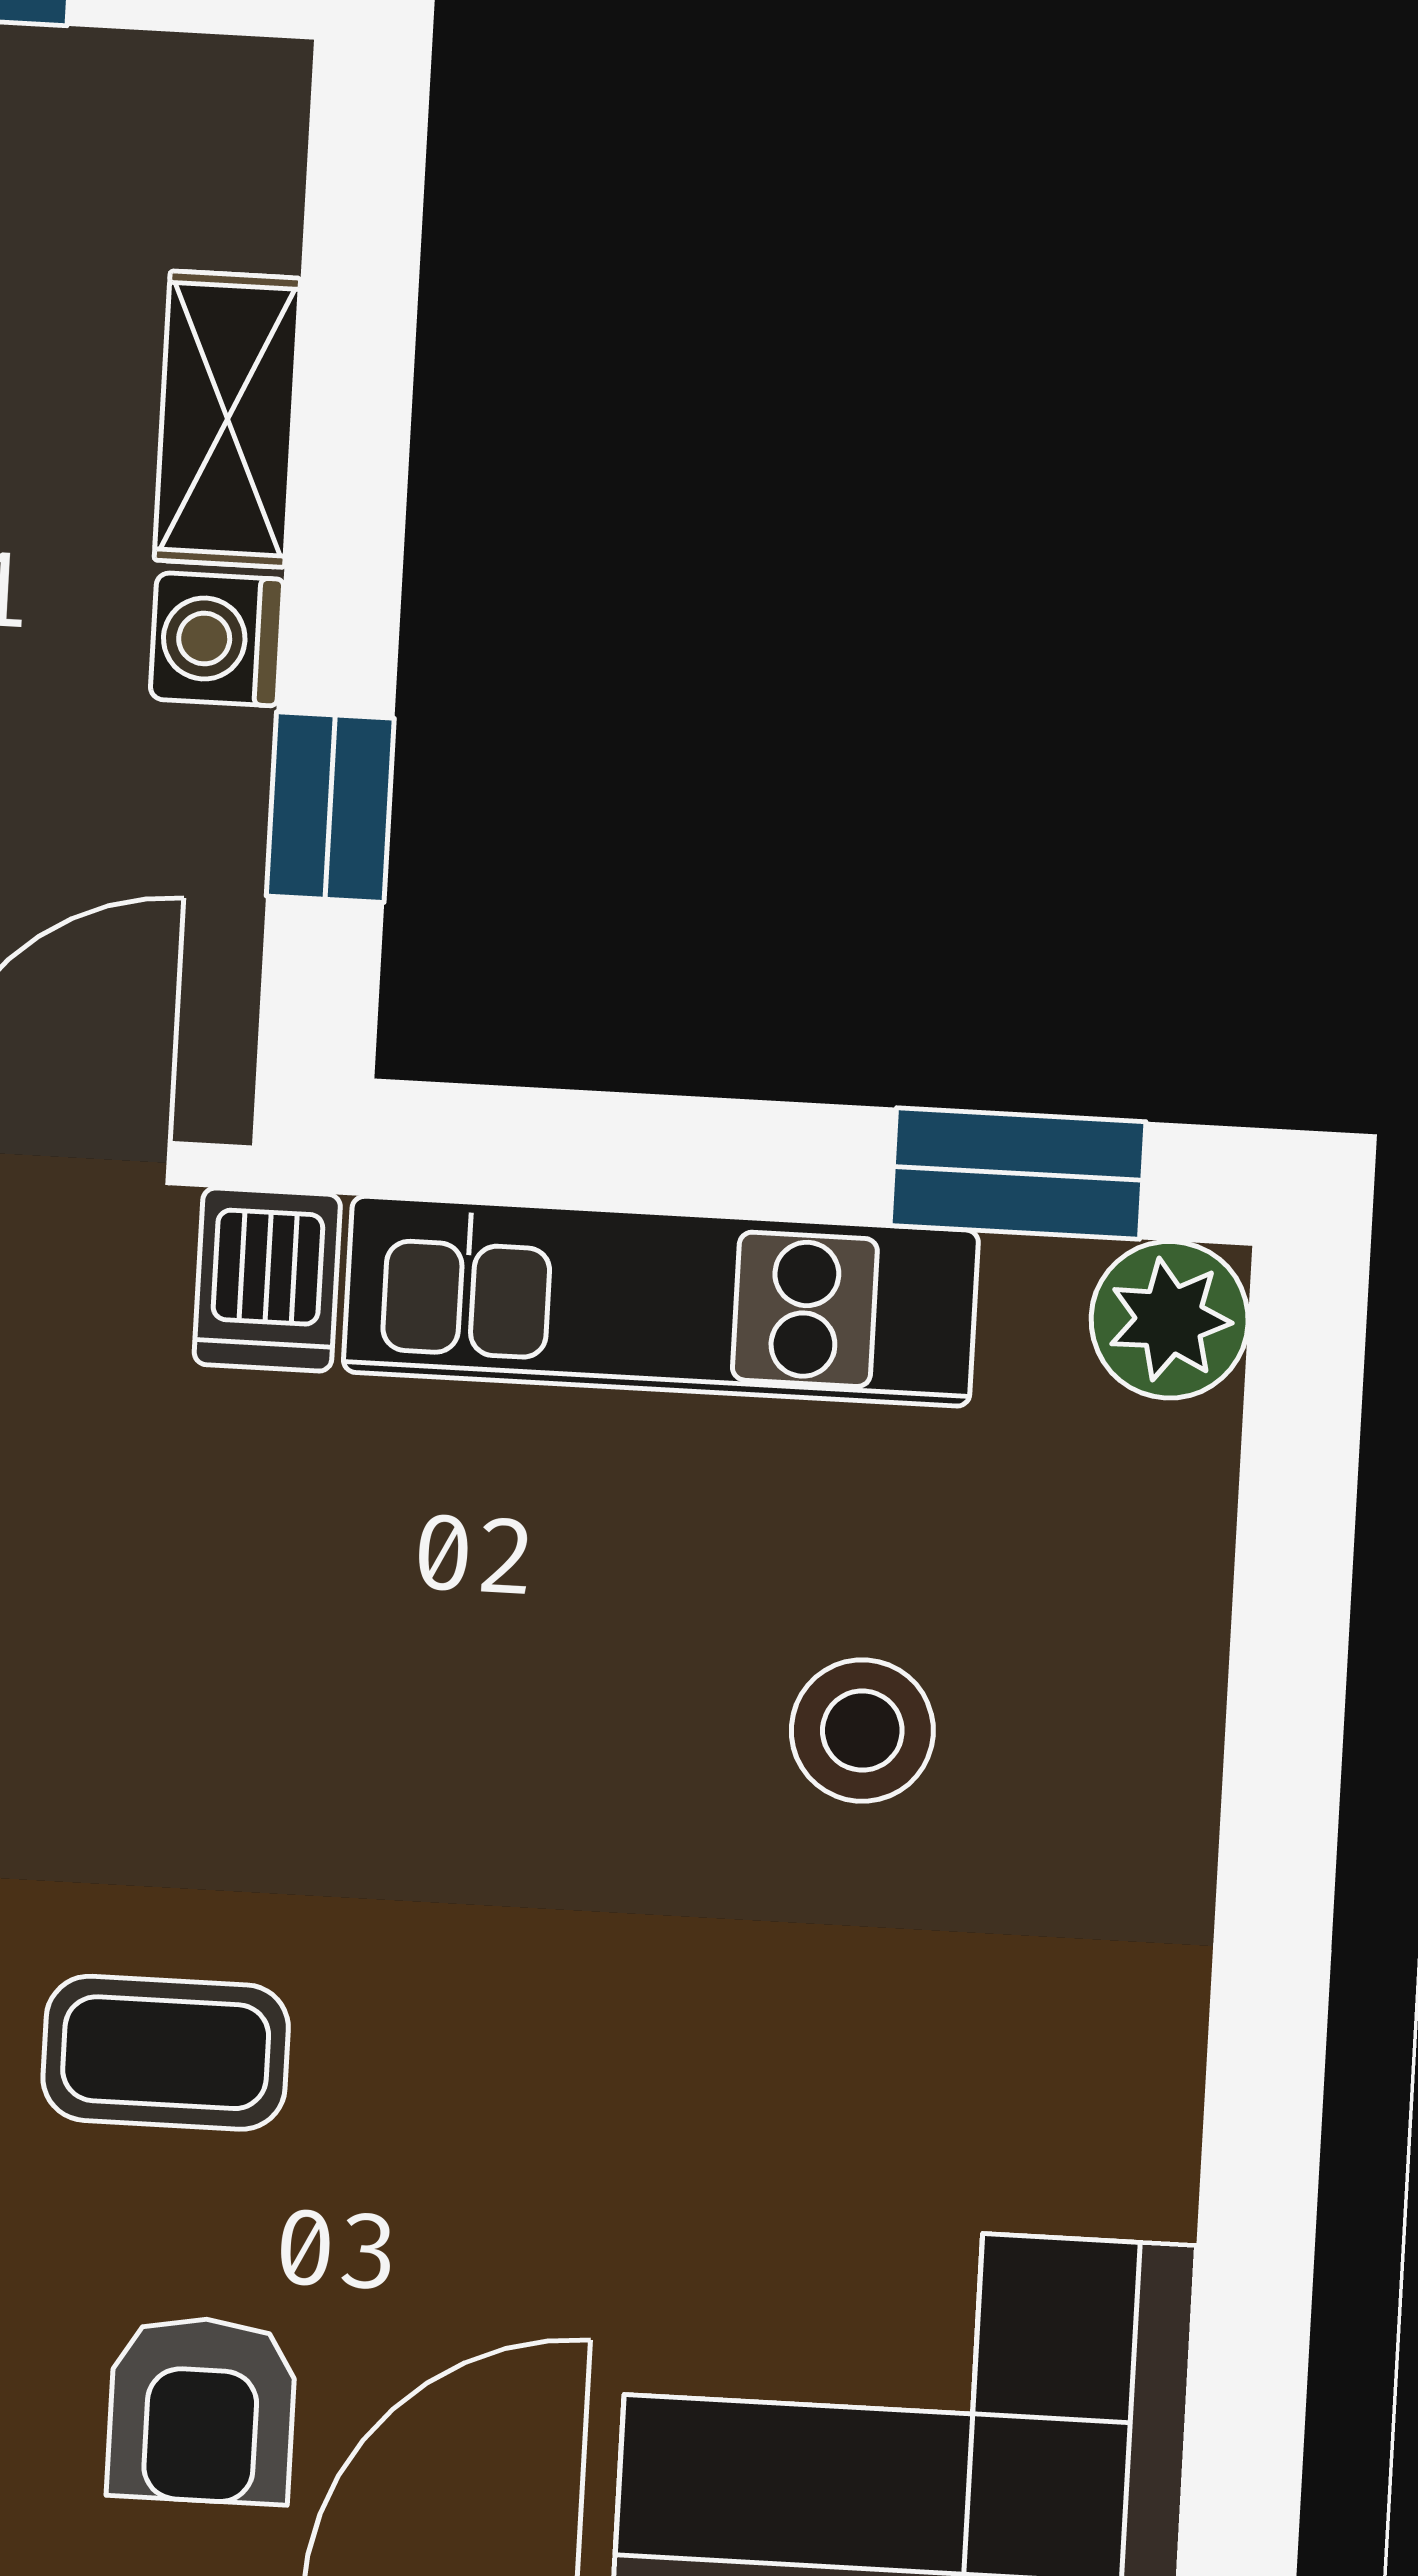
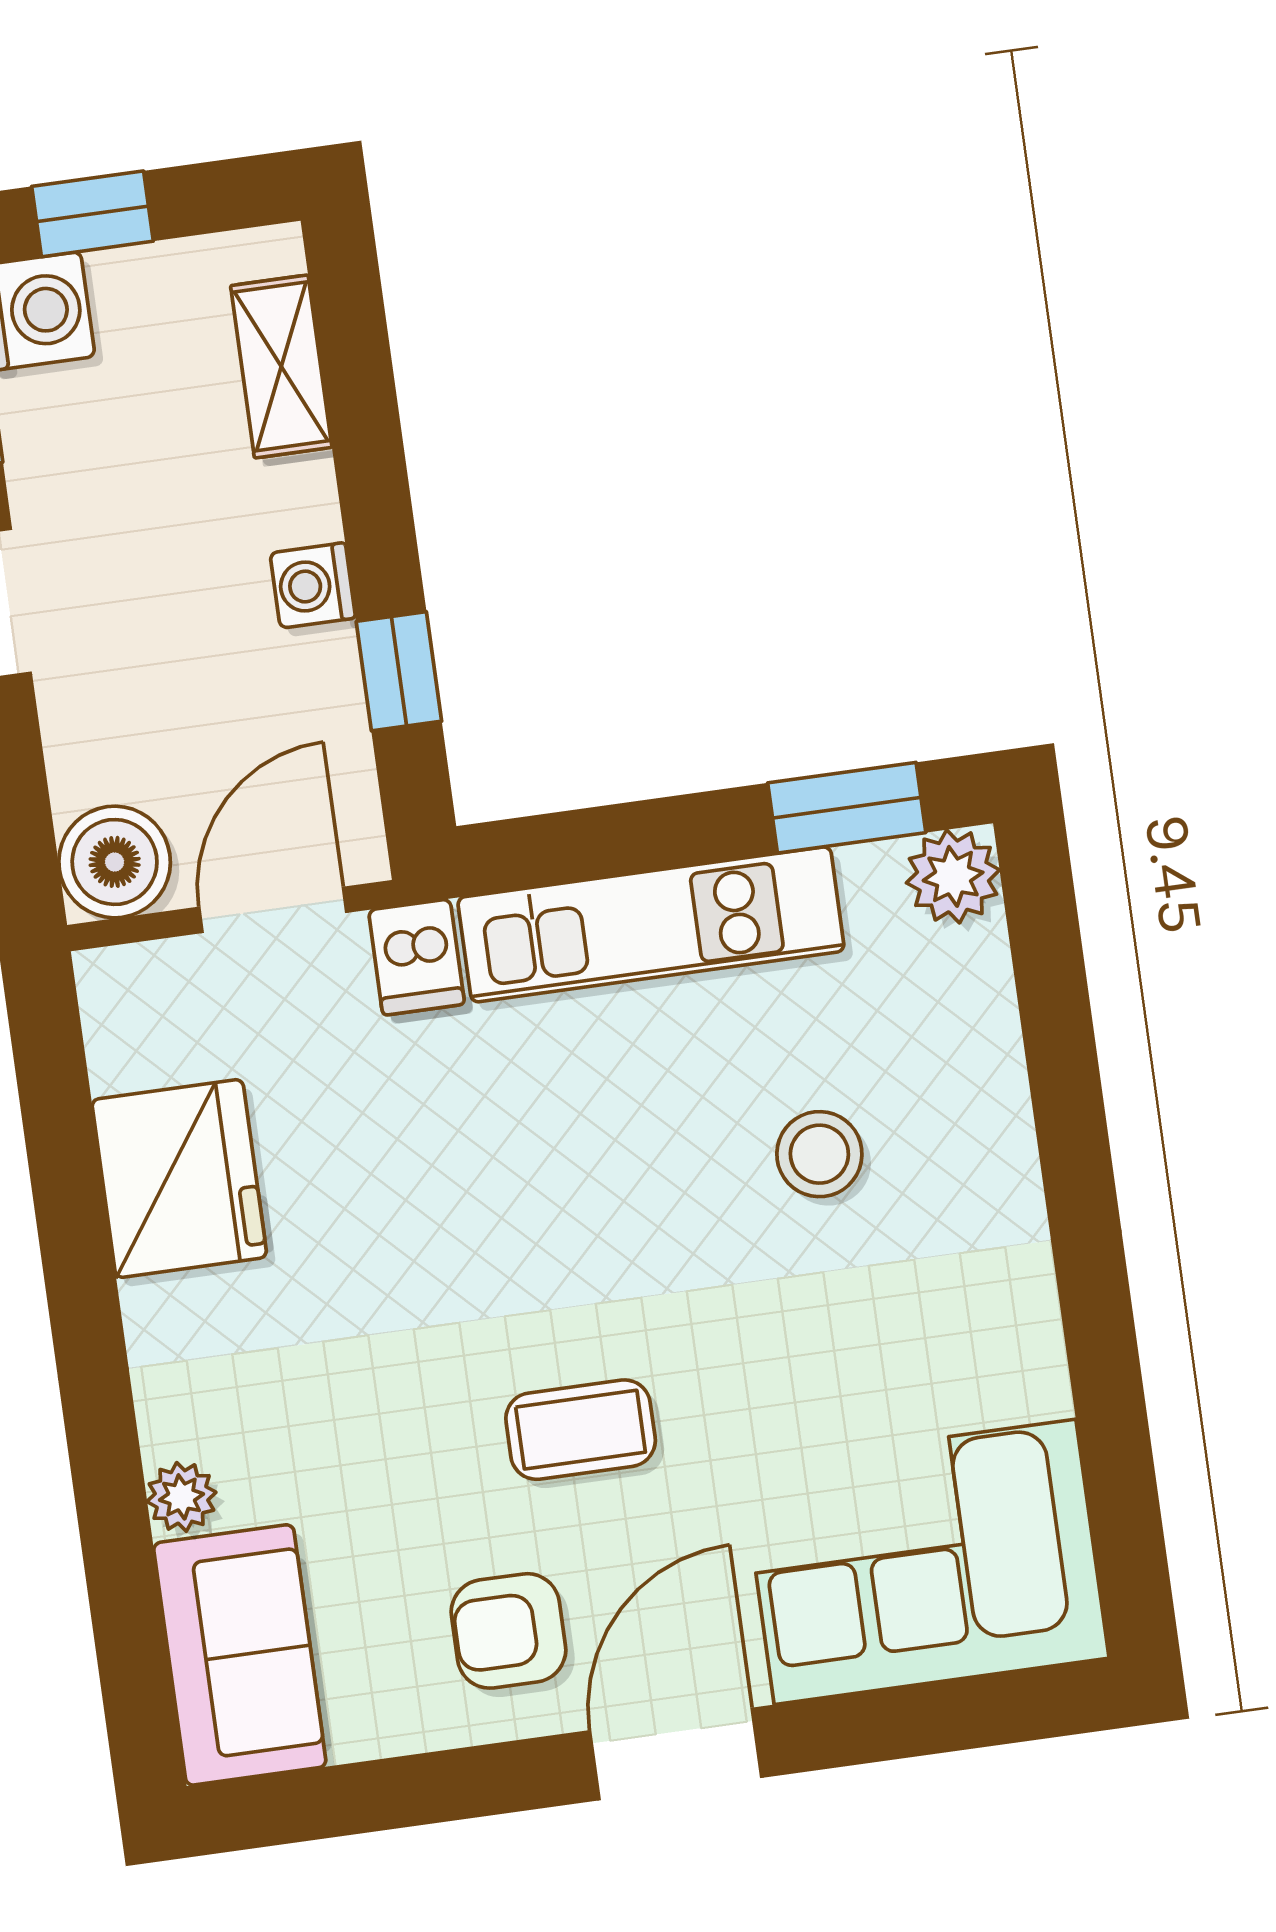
shelving: (227, 419) -> (281, 366), moved
coffee table: (166, 2053) -> (581, 1430), moved
armchair: (202, 2410) -> (508, 1631), turned 90

